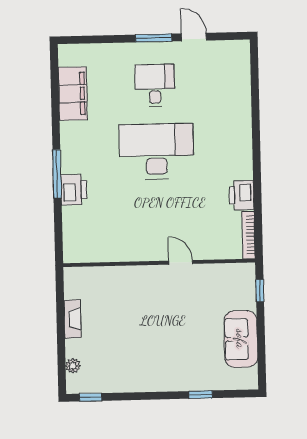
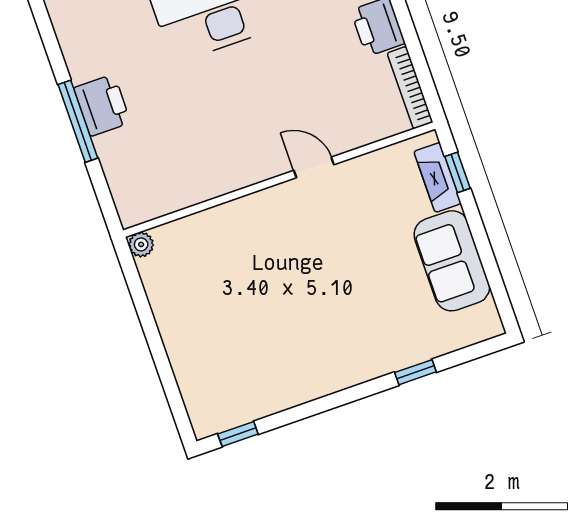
window: (57, 174) -> (78, 121), moved
fireplace: (73, 319) -> (438, 177), moved, turned 180
plant: (73, 366) -> (141, 244), moved

